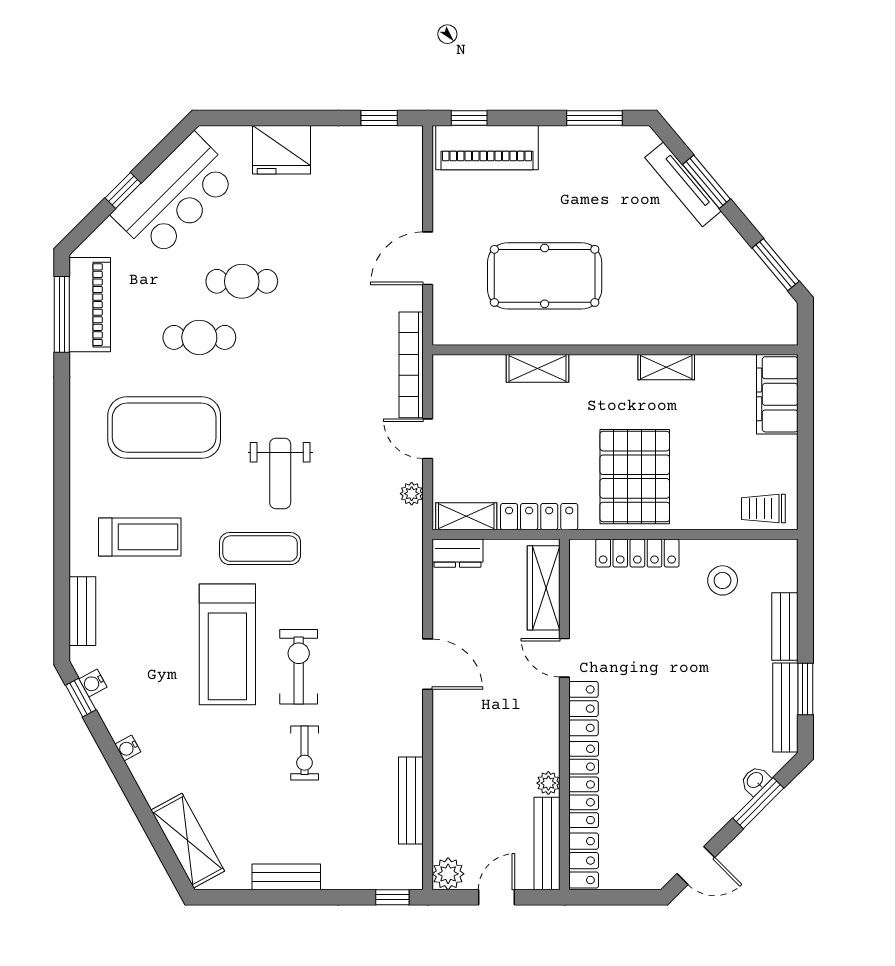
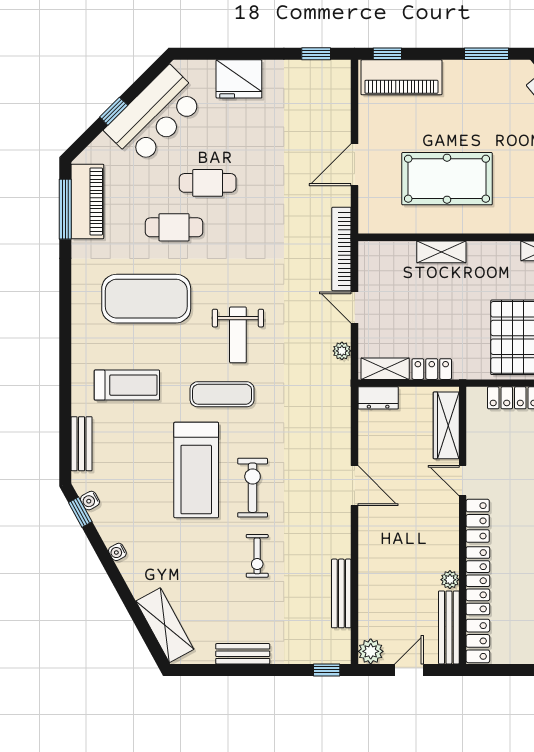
locker: (539, 517) -> (432, 369), width x0.66

